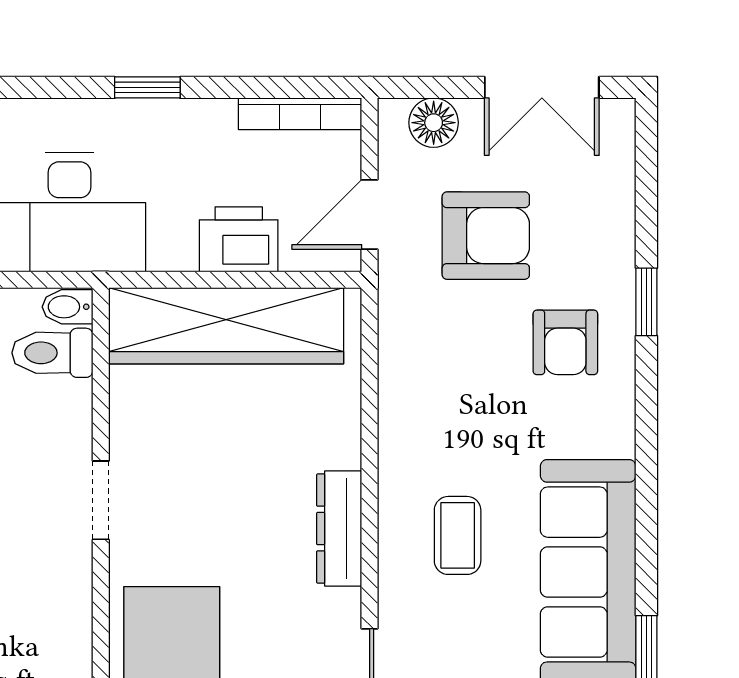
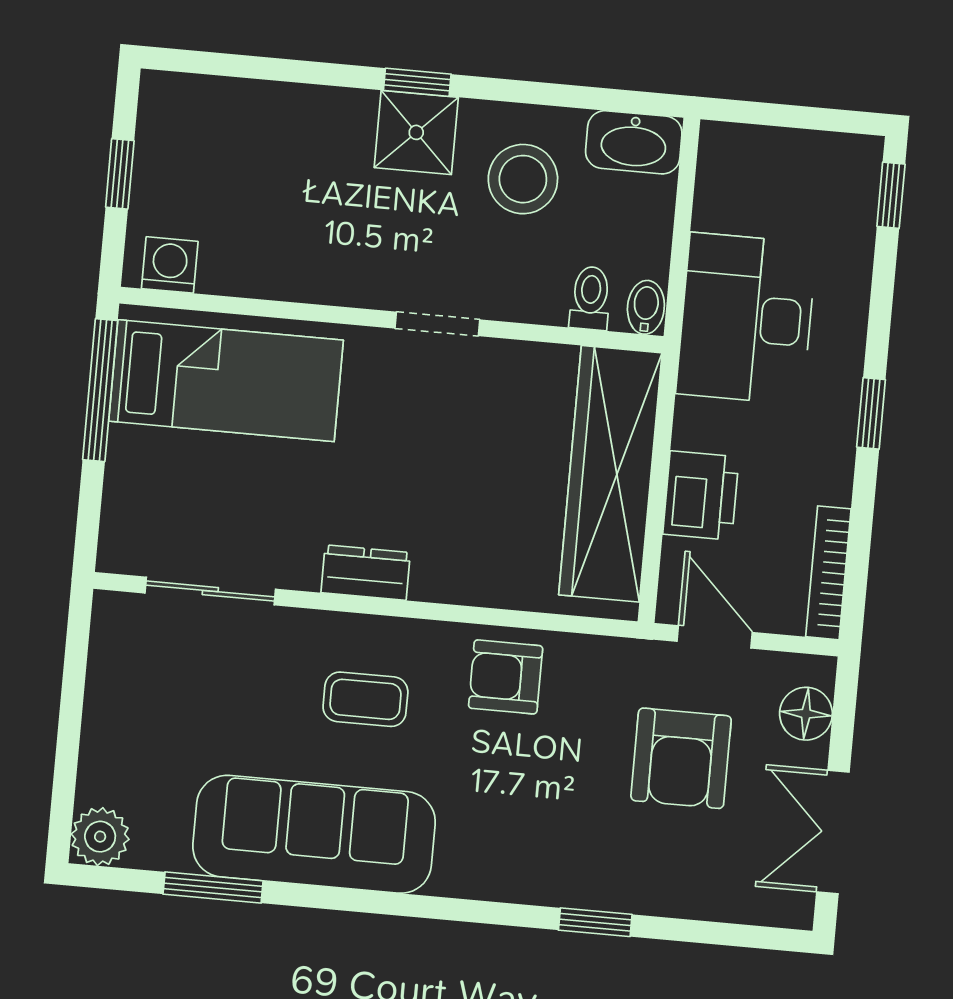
armchair: (565, 342) -> (506, 677), moved
toilet: (52, 353) -> (590, 298), width x0.73, depth x0.72
dresser: (339, 529) -> (366, 573), width x0.70

